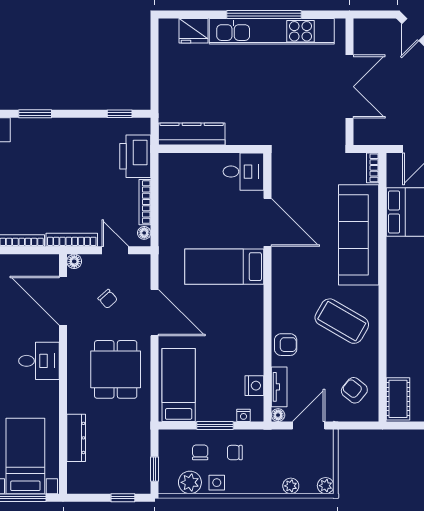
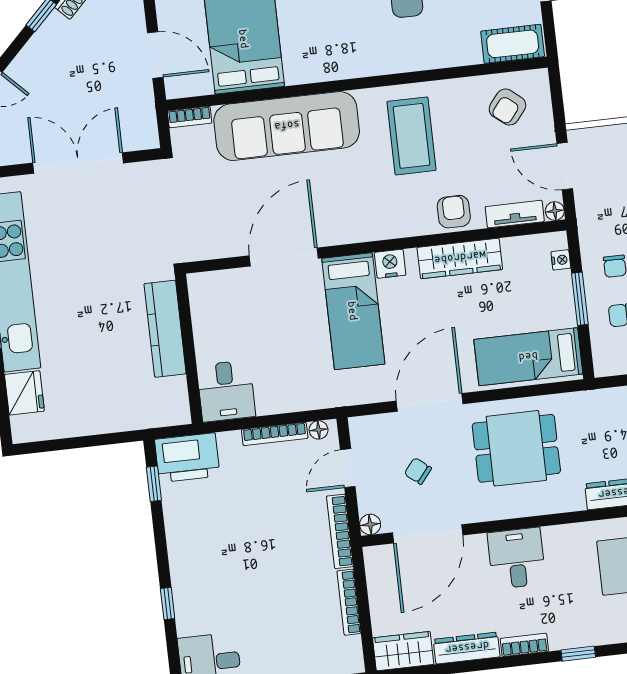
window: (35, 114) -> (168, 604), width x0.67
kitchen counter: (192, 134) -> (165, 329), moved
printer: (135, 156) -> (187, 458), moved
desk: (243, 172) -> (226, 391), moved, turned 180
chair: (108, 299) -> (418, 471), turned -99
coffee table: (342, 321) -> (411, 136), turned -30
wardrobe: (252, 345) -> (460, 258), added
nightstand: (254, 386) -> (390, 264), moved

